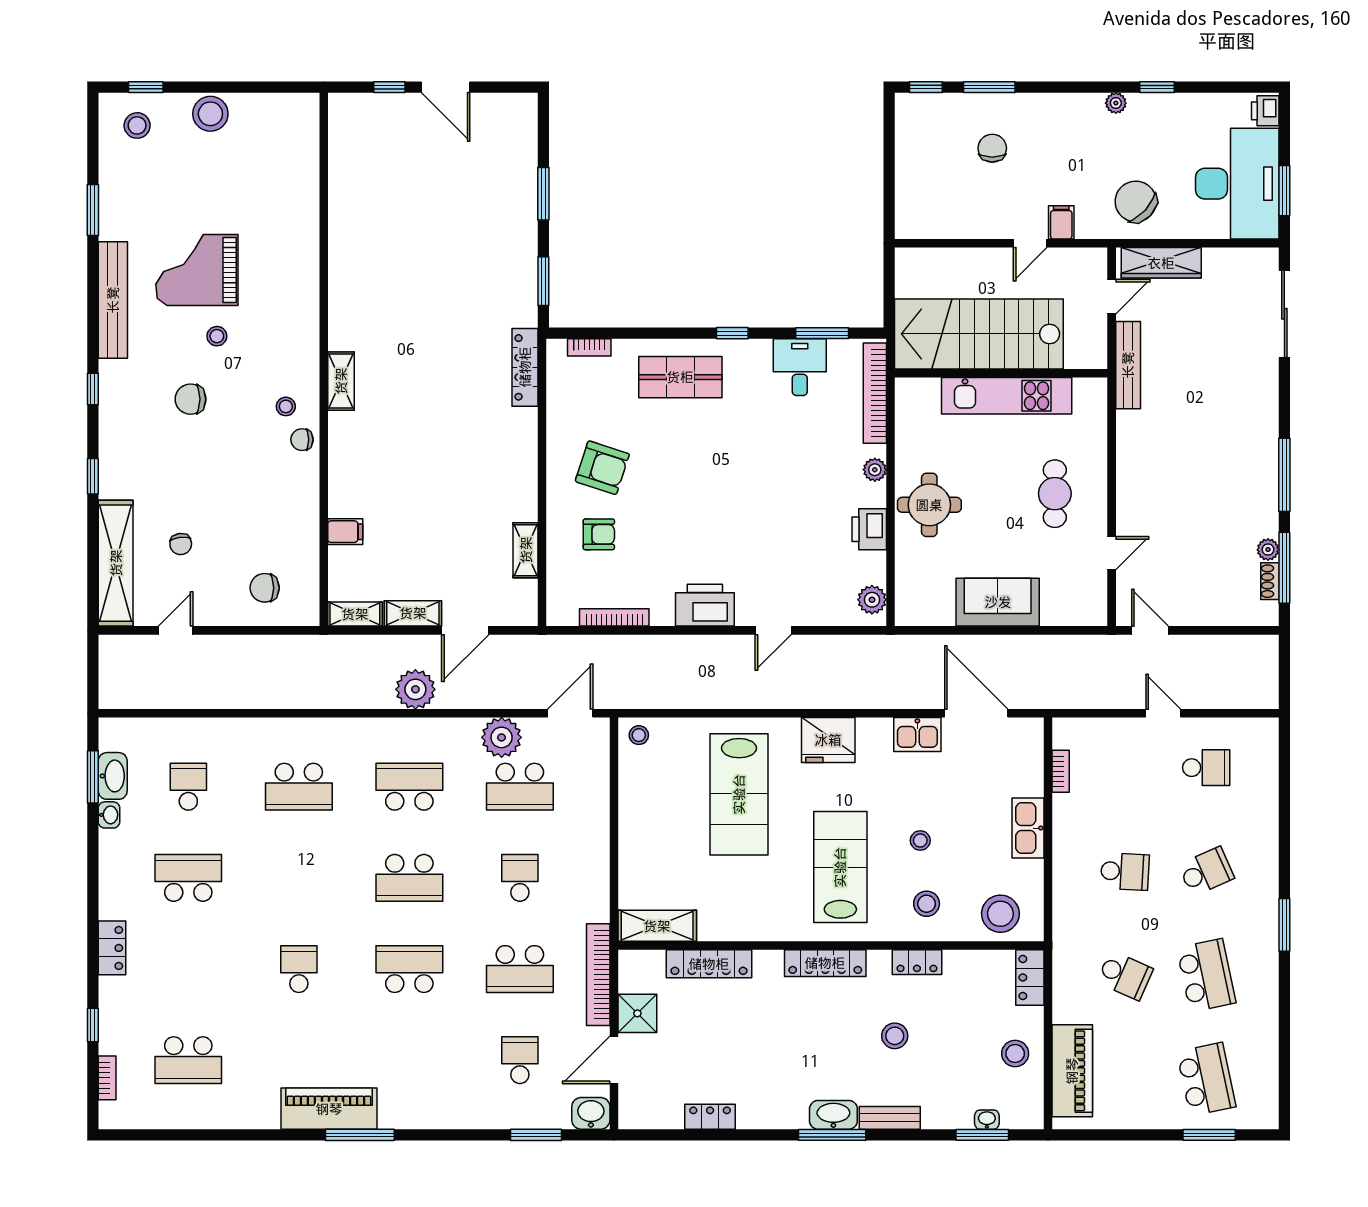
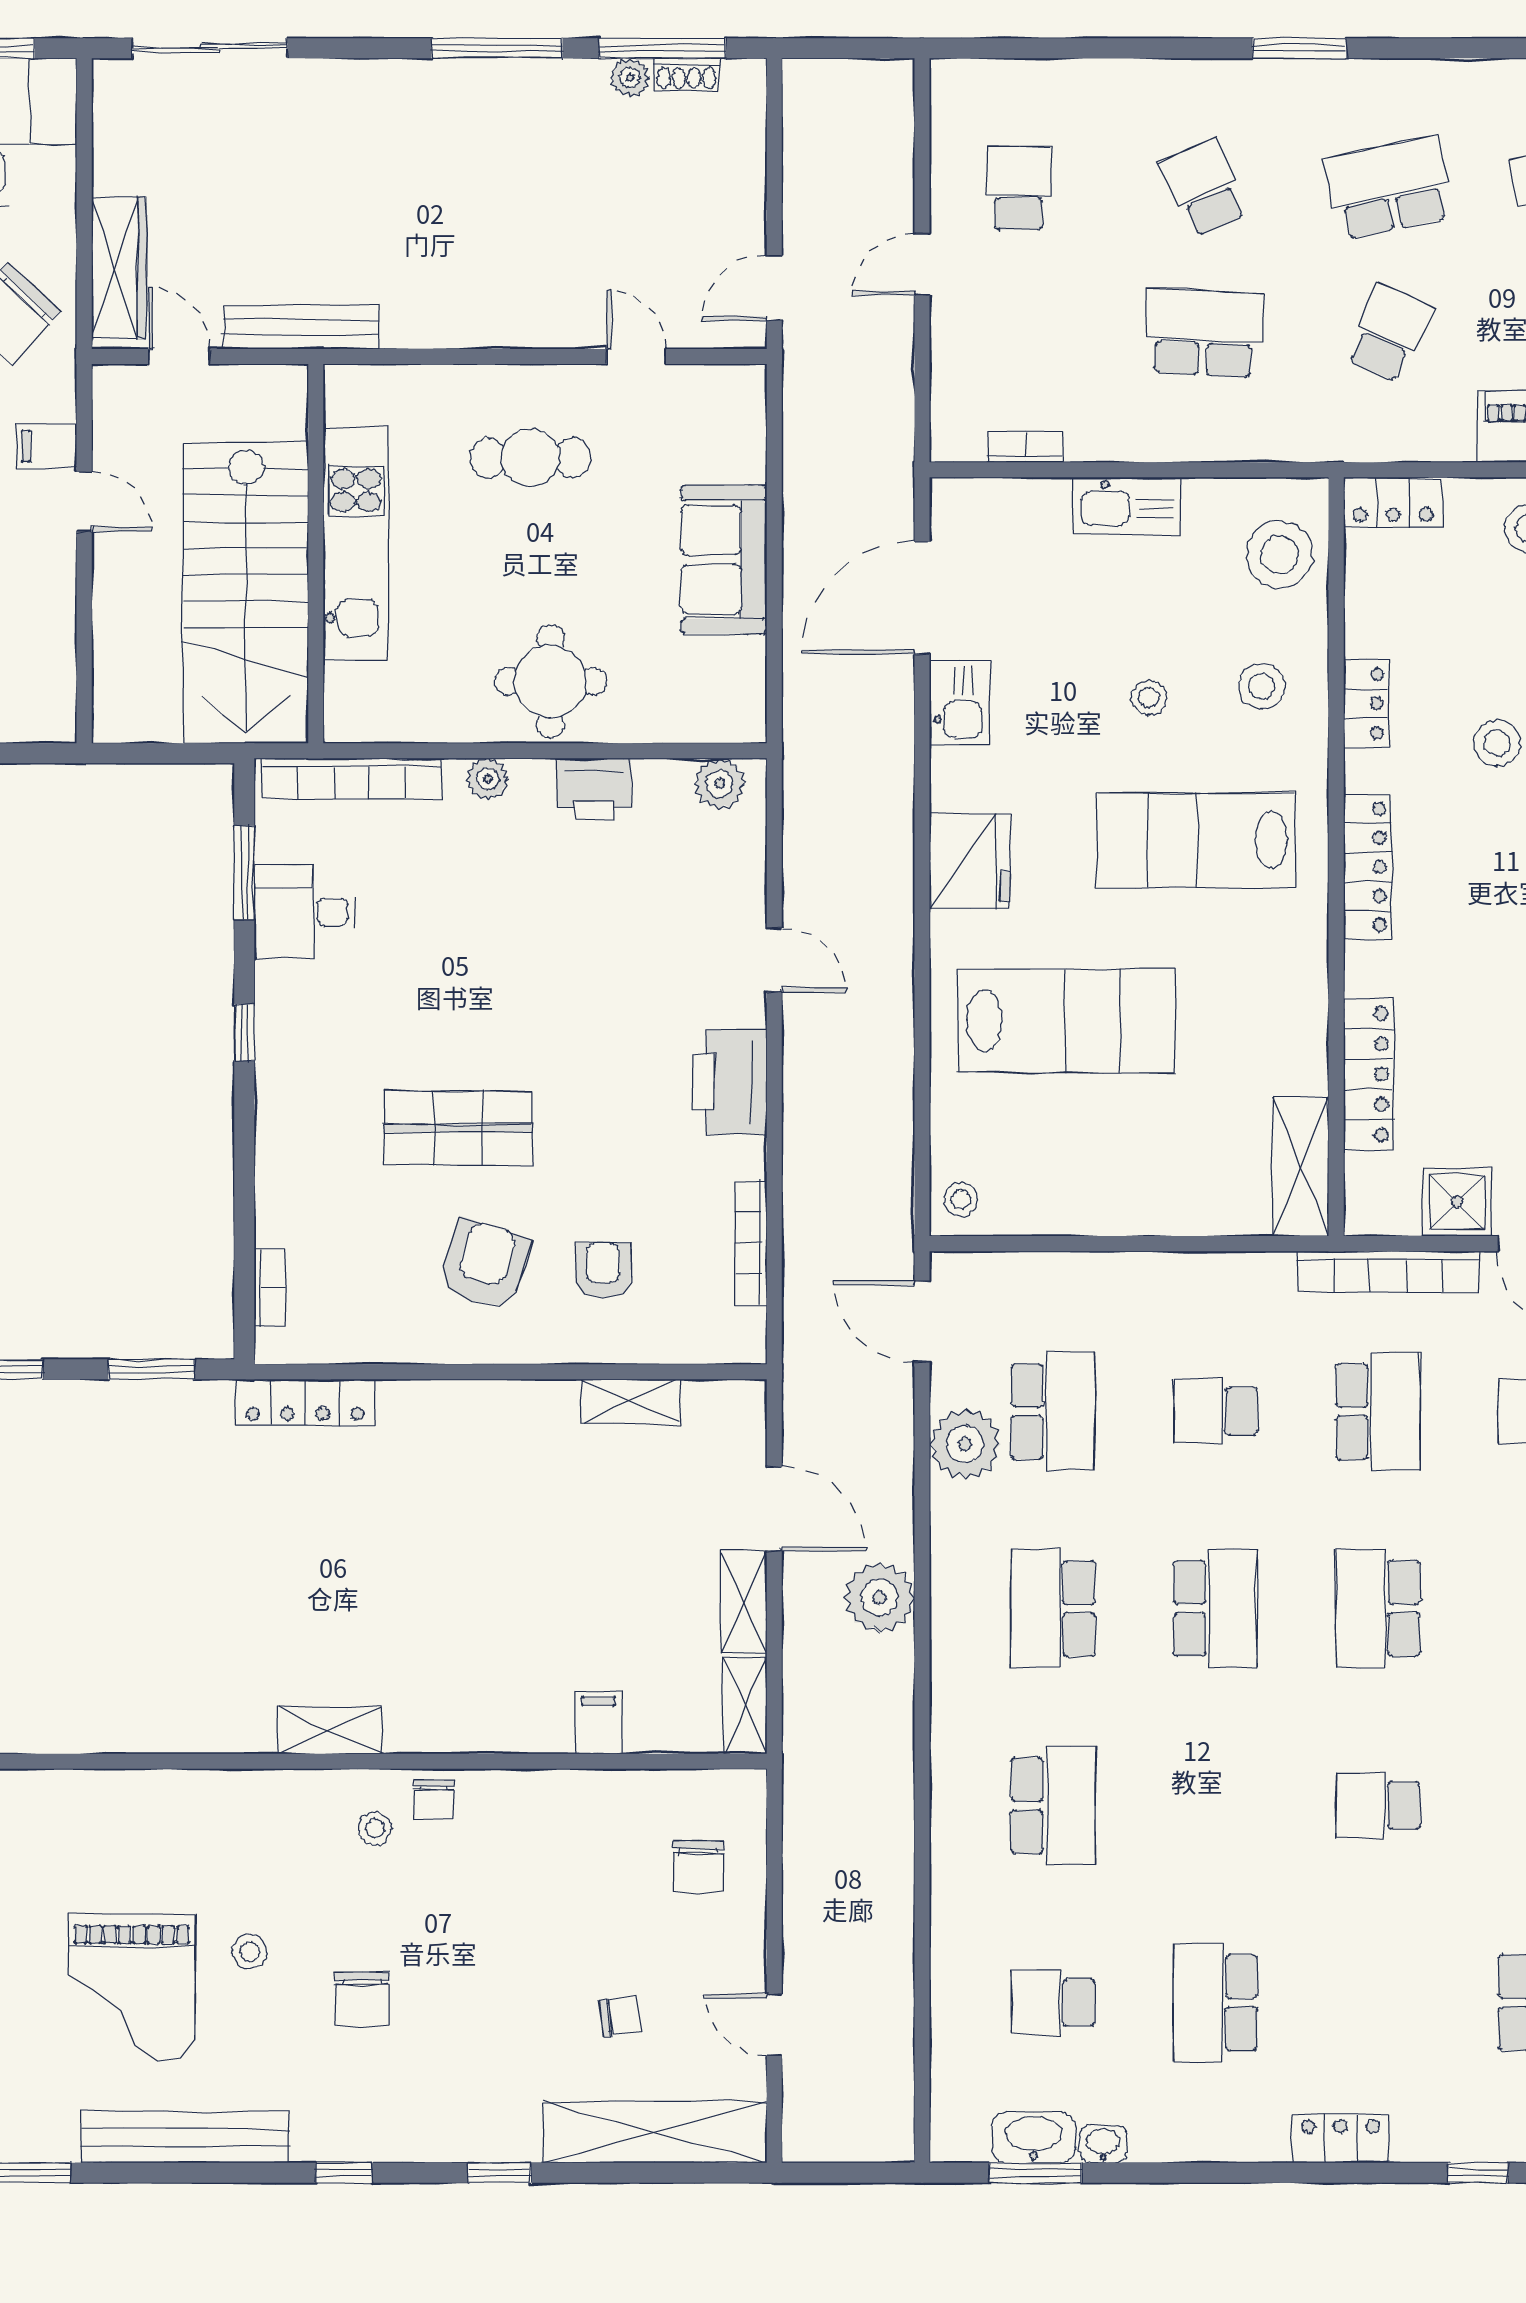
shop shelf: (680, 377) -> (458, 1128), moved, turned 90
school desk: (1125, 872) -> (1204, 333), width x1.85

